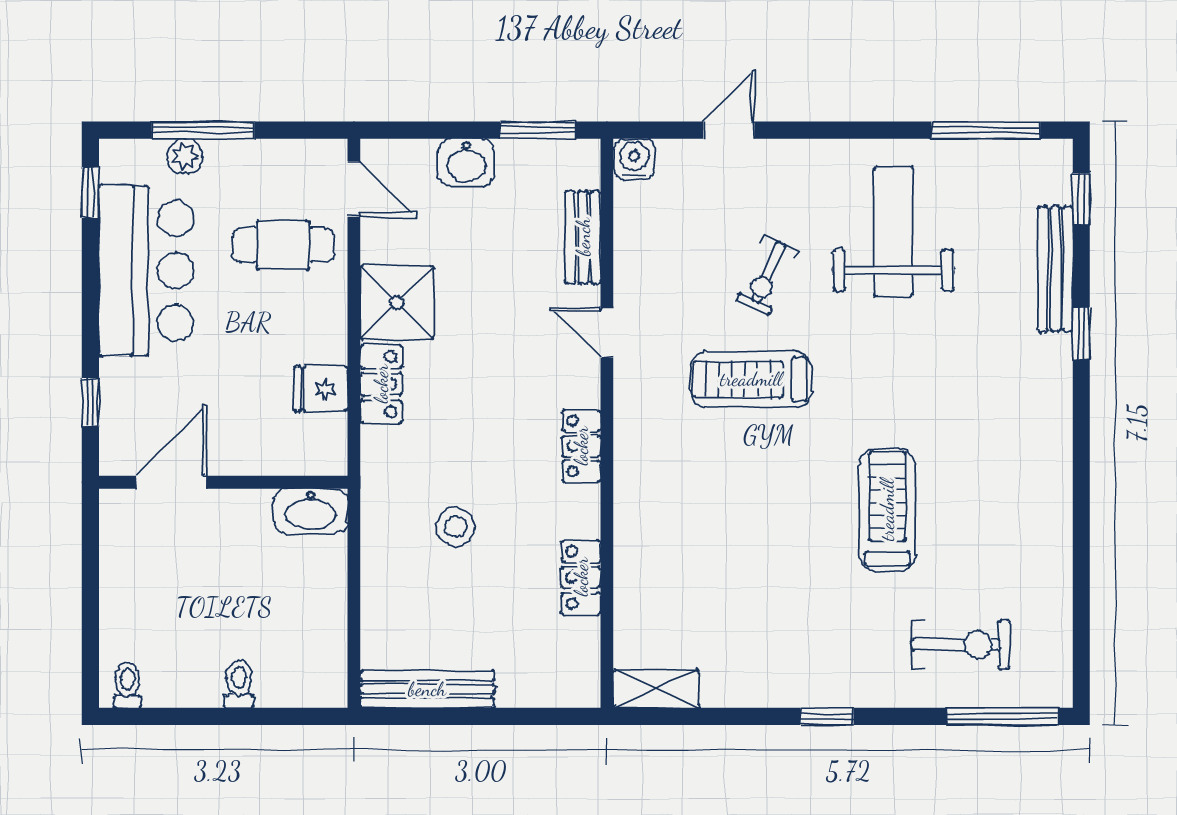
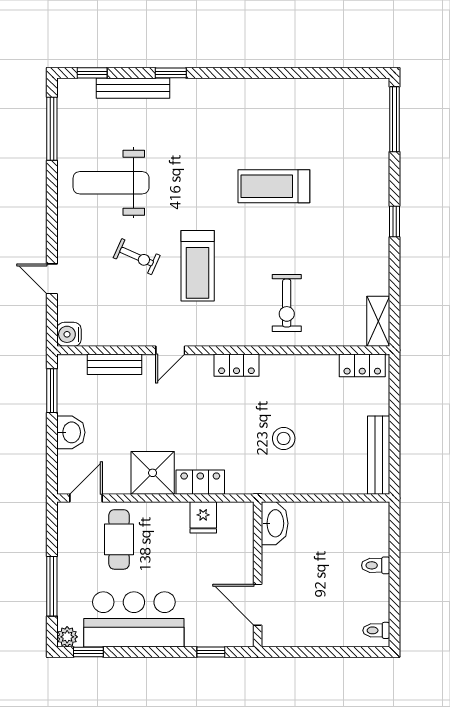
plant: (185, 156) -> (67, 637), moved
locker: (581, 577) -> (362, 365), moved
exercise bike: (961, 645) -> (287, 303), moved, turned 180

